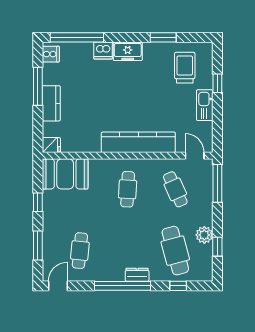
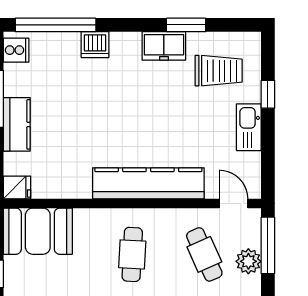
freezer: (128, 51) -> (164, 46), moved
trolley: (185, 68) -> (219, 71), turned 90
plant: (205, 194) -> (248, 261), added

